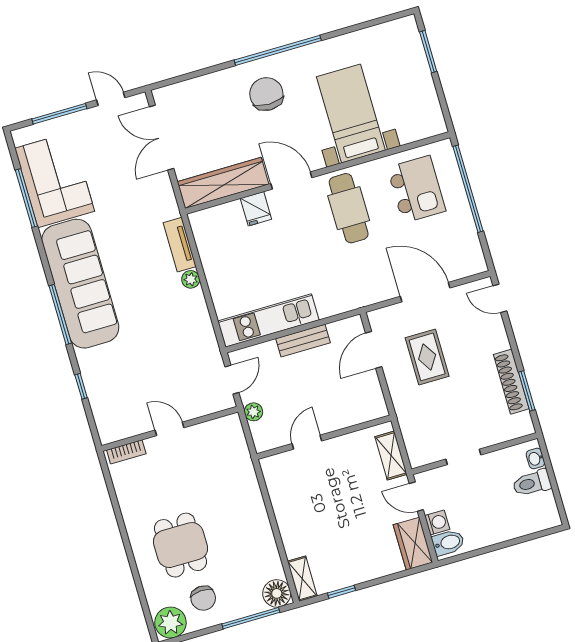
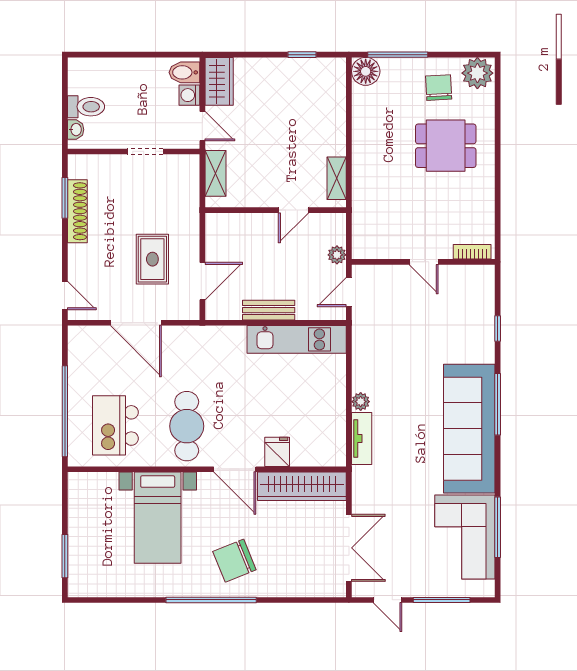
chair: (266, 94) -> (234, 561), turned 68
dining table: (181, 545) -> (446, 146), turned 90
shelving: (302, 579) -> (337, 178), moved

